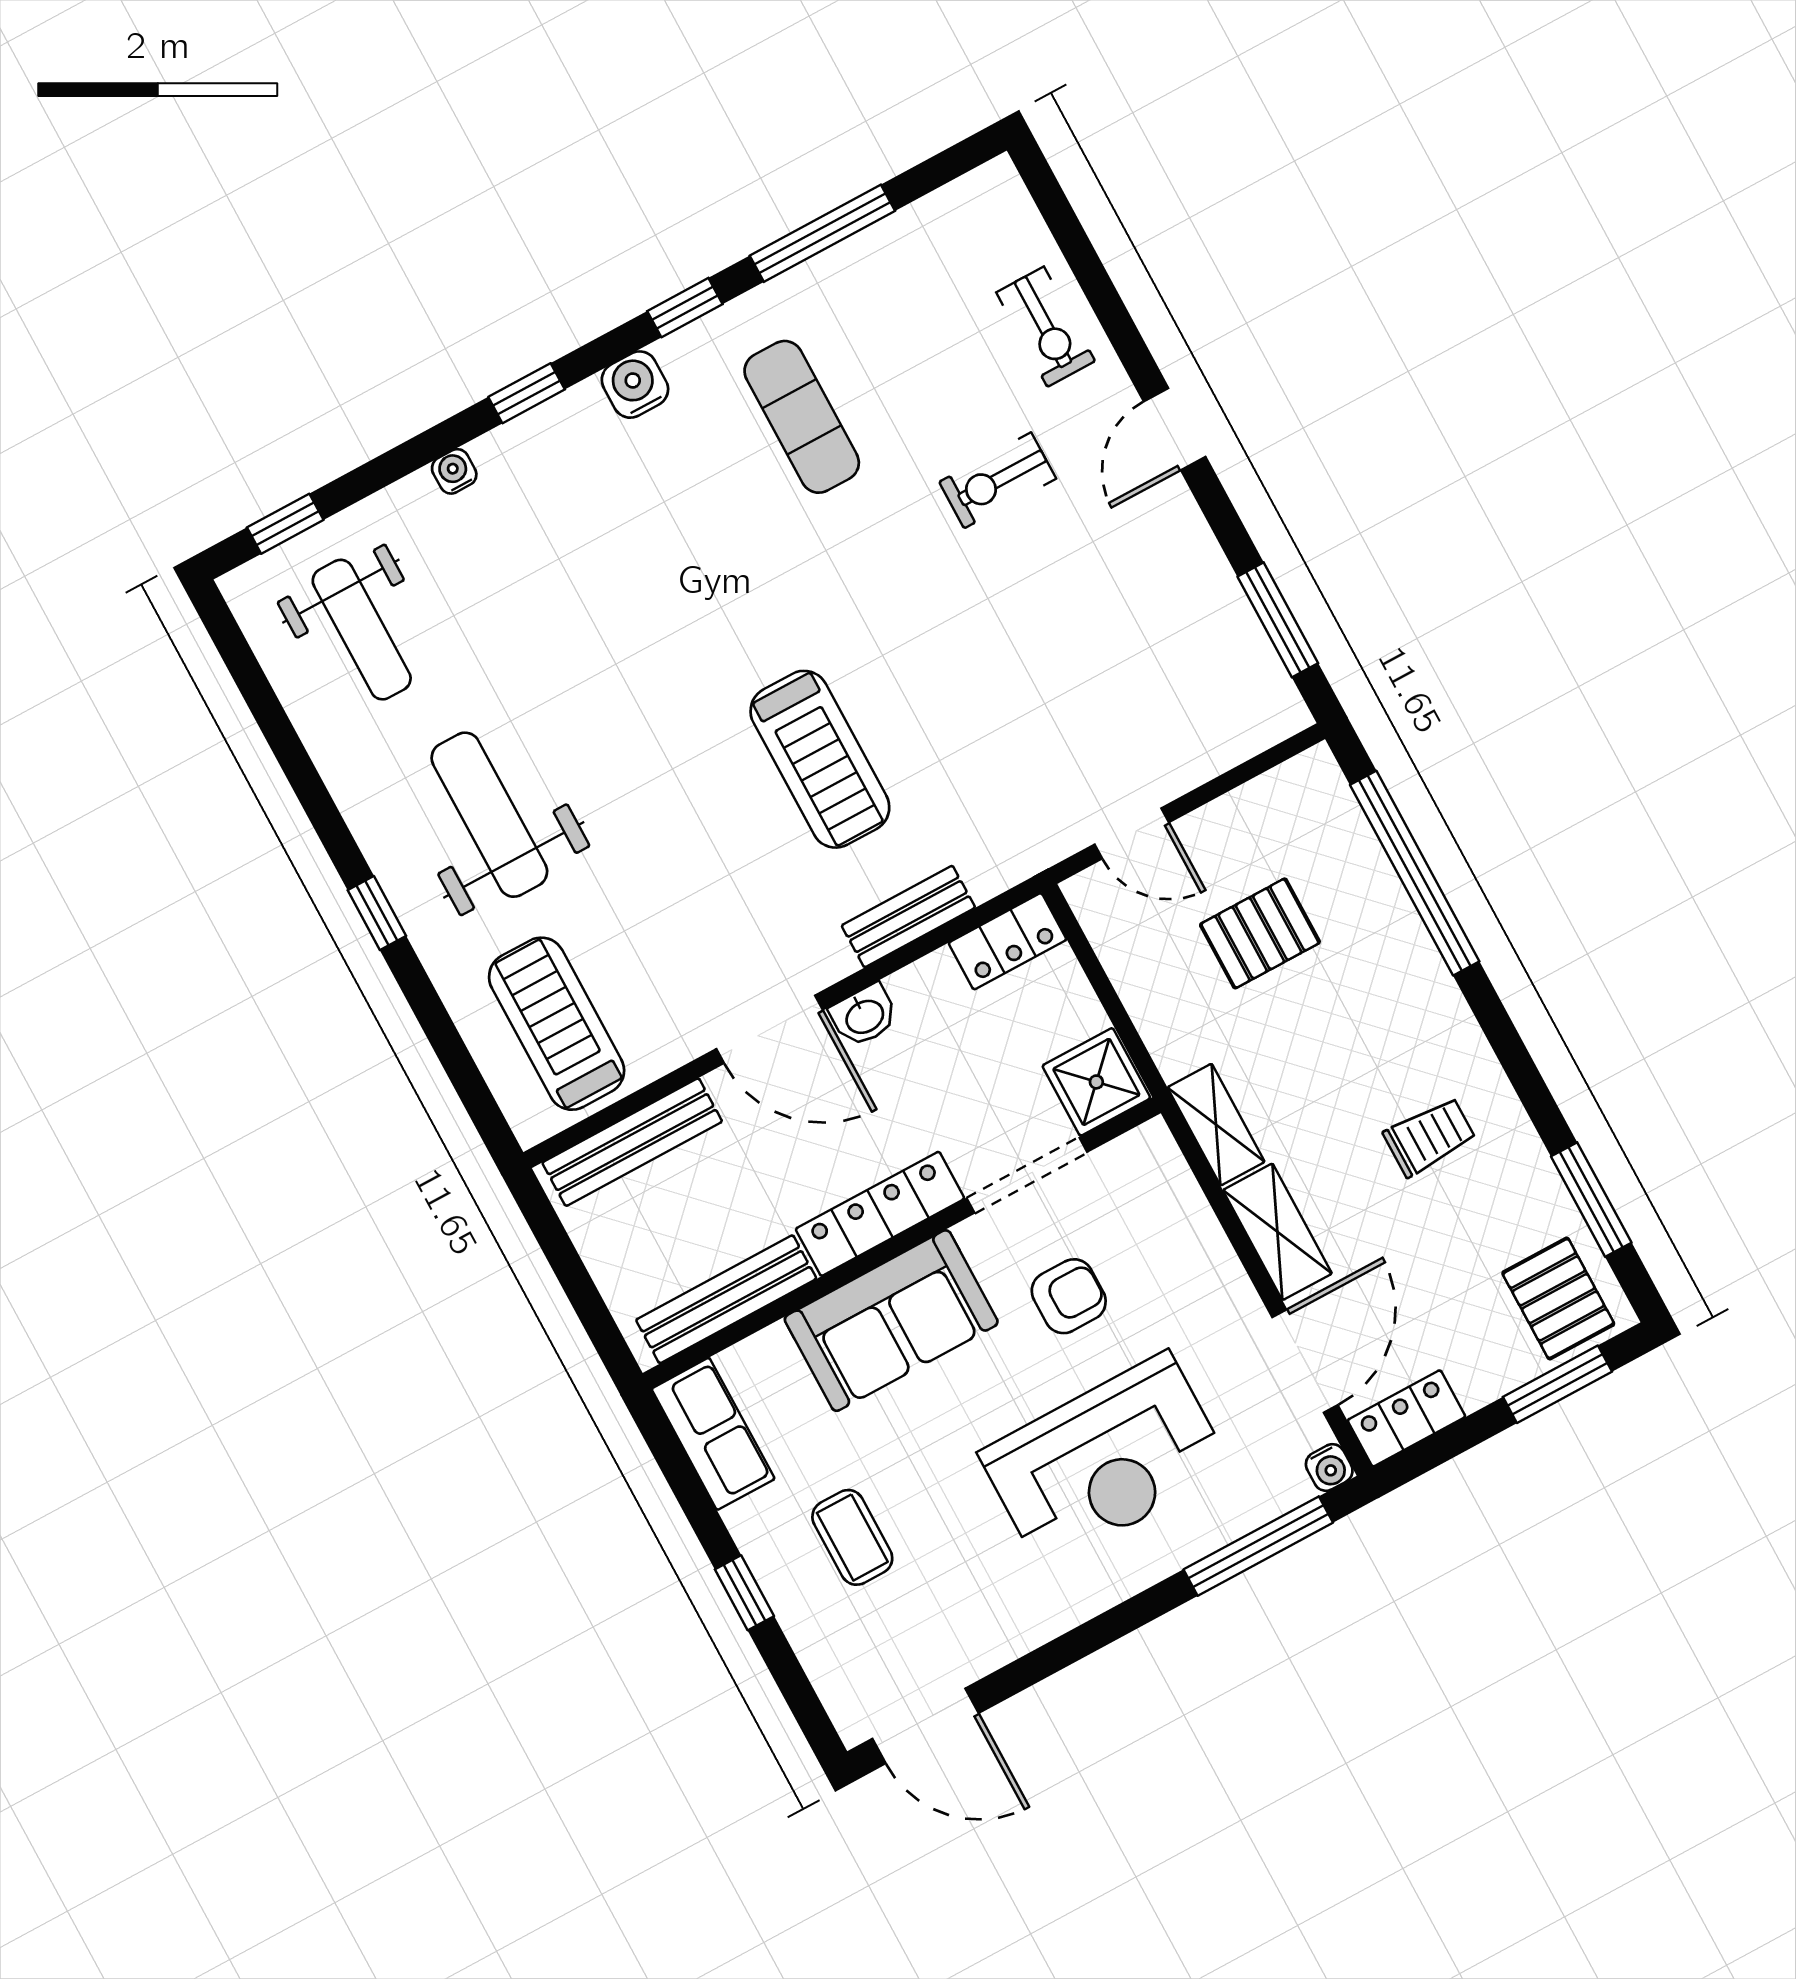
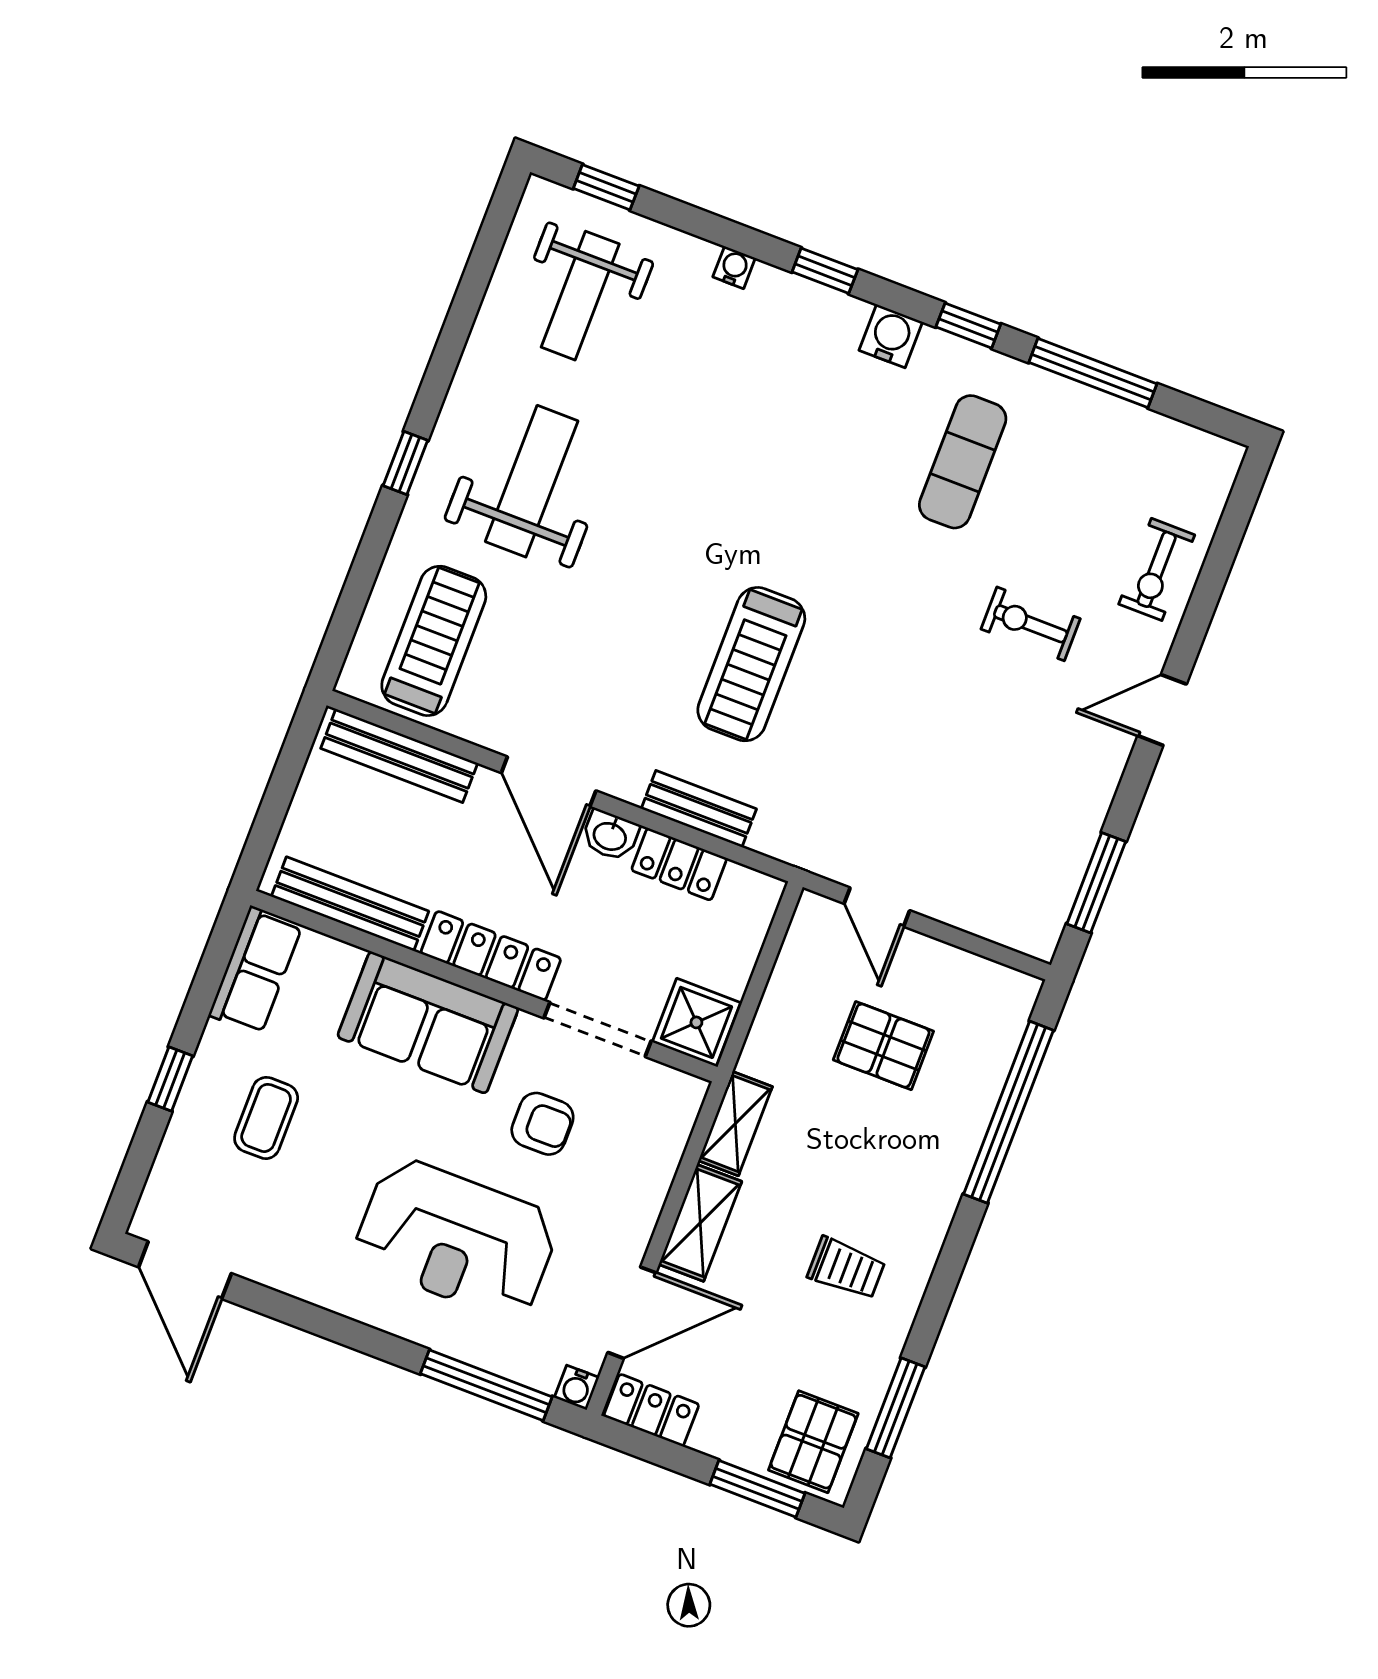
locker: (1008, 941) -> (679, 864), moved

